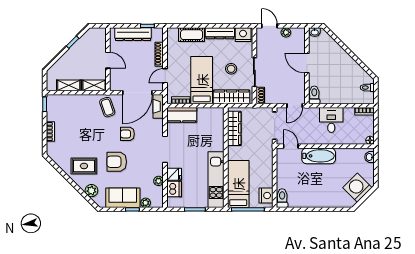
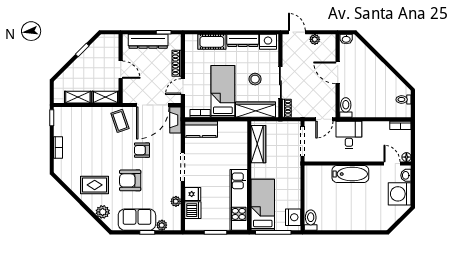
desk: (331, 120) -> (349, 135), moved
door: (291, 146) -> (392, 163), moved
washing machine: (357, 188) -> (400, 194), moved, turned -45

